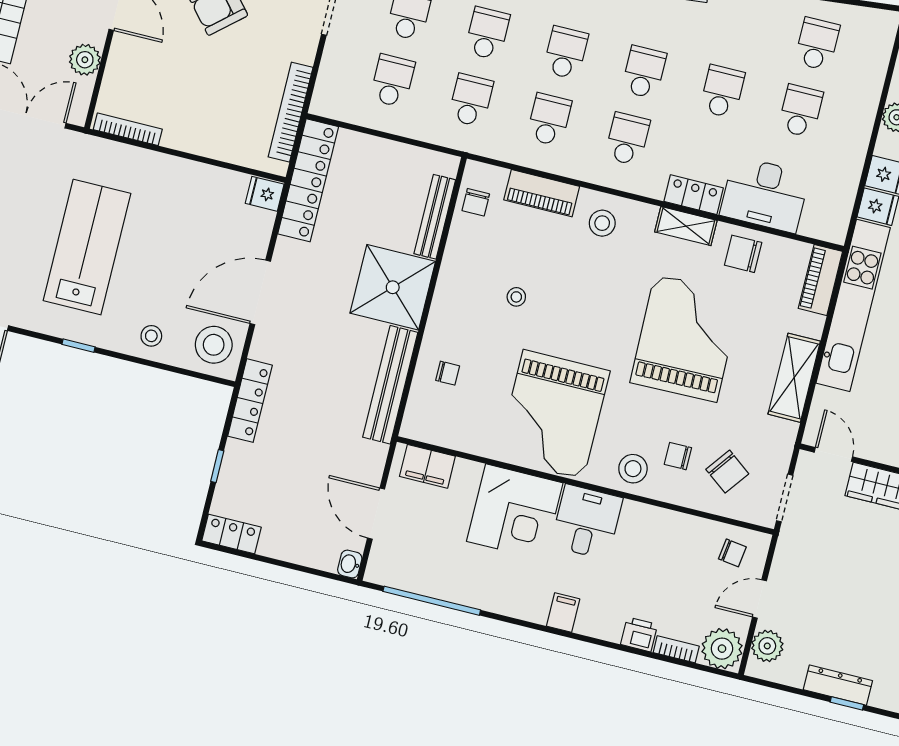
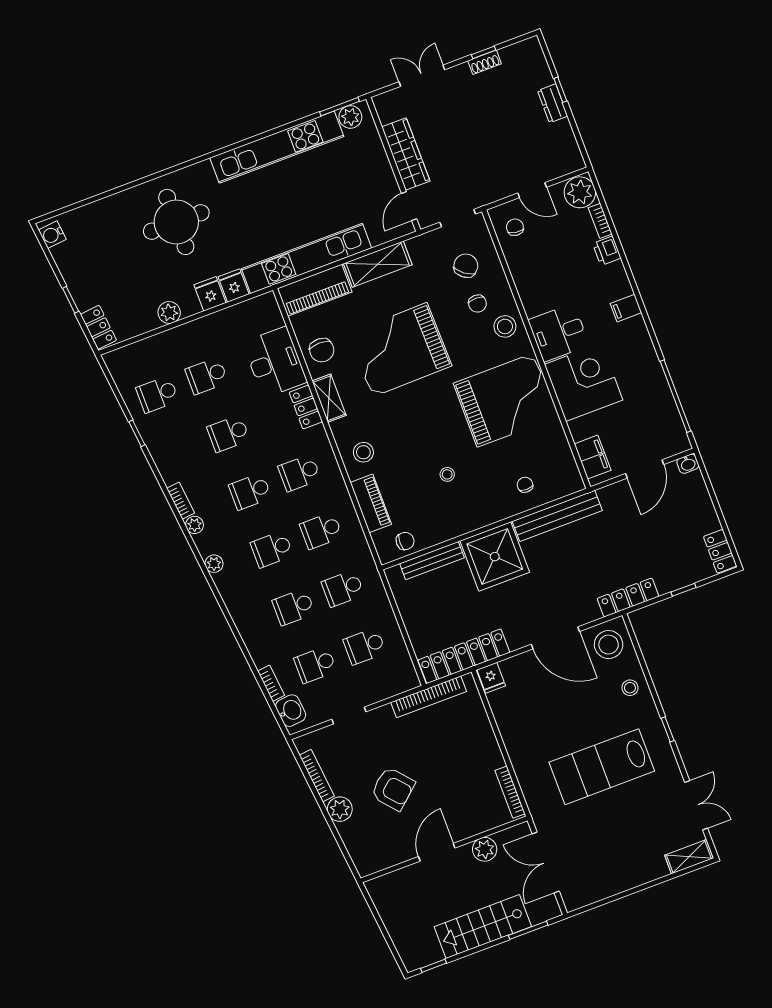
piano: (820, 280) -> (315, 290), width x1.37, depth x1.33
plant: (767, 646) -> (559, 165), removed
dresser: (838, 685) -> (553, 103), width x0.70

